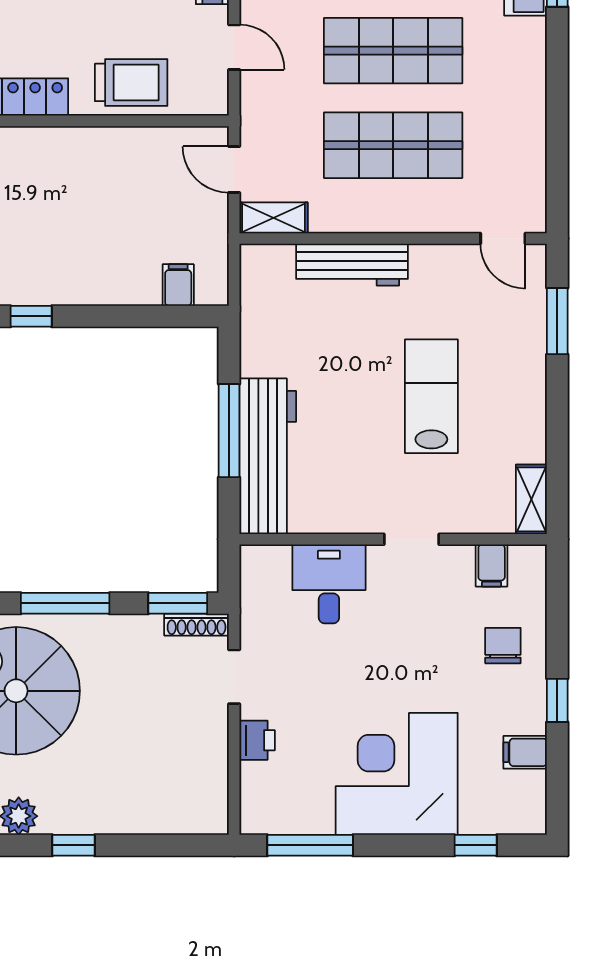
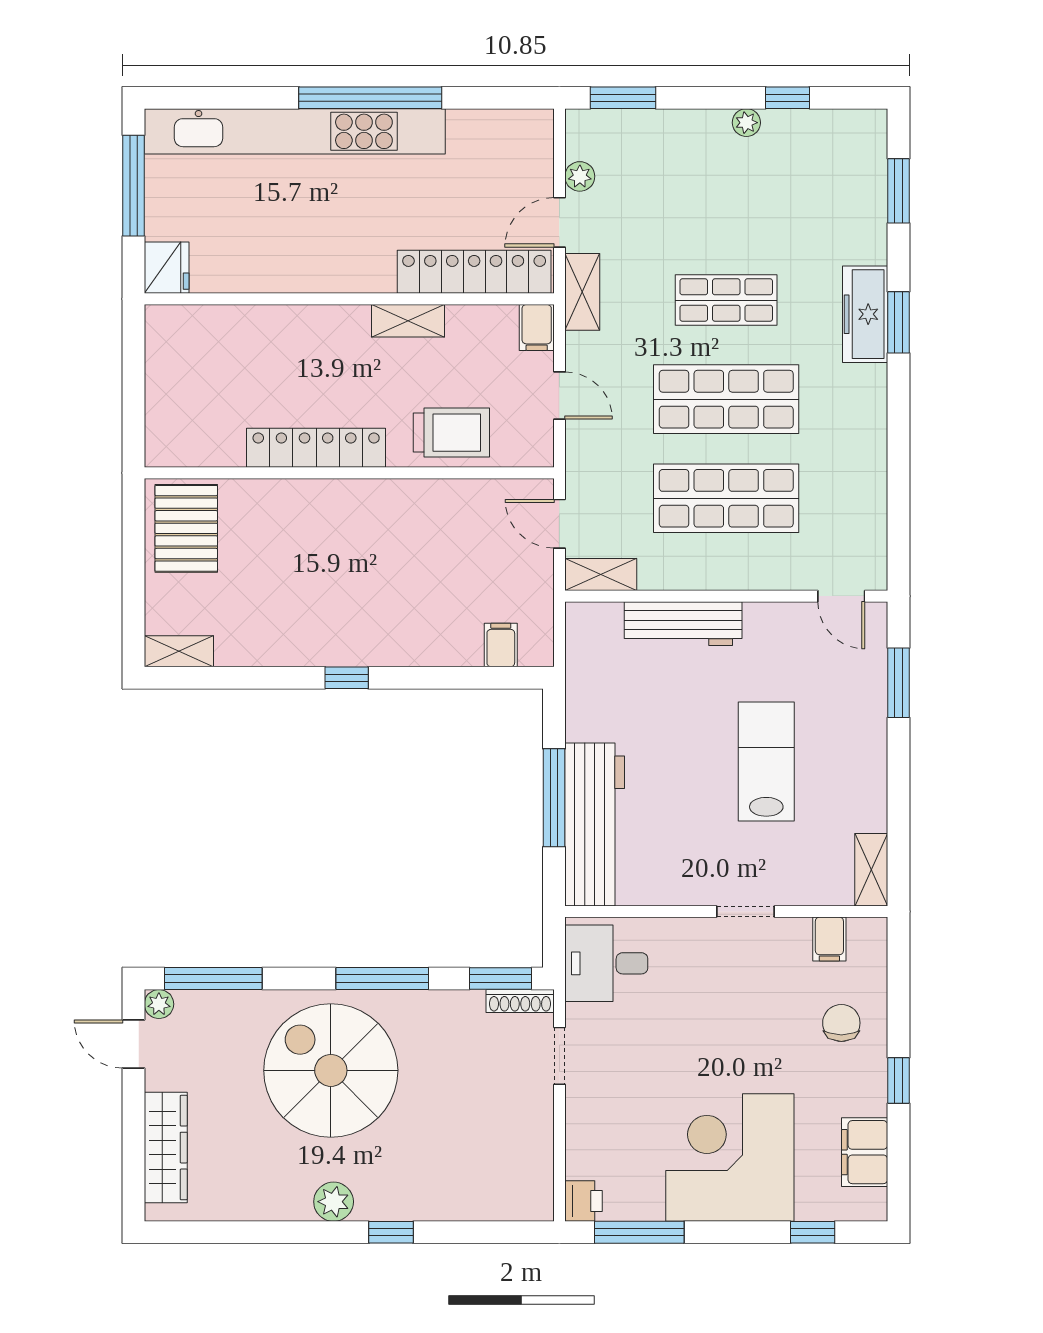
desk: (329, 584) -> (606, 963), moved, turned -90
printer: (257, 740) -> (583, 1201), moved
filing cabinet: (525, 752) -> (865, 1152), width x2.00

